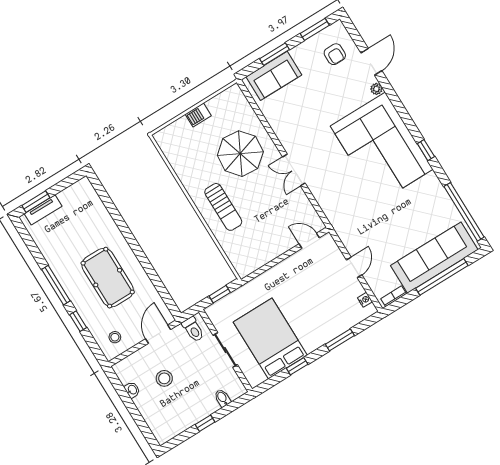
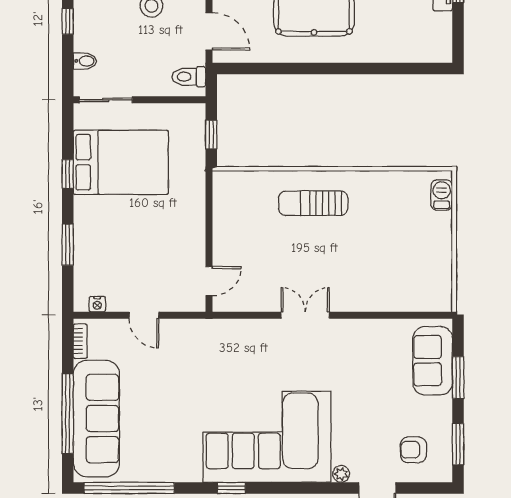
barbecue: (198, 115) -> (442, 195), moved
parasol: (240, 154) -> (364, 263), removed
sliding door: (225, 350) -> (106, 100), moved

